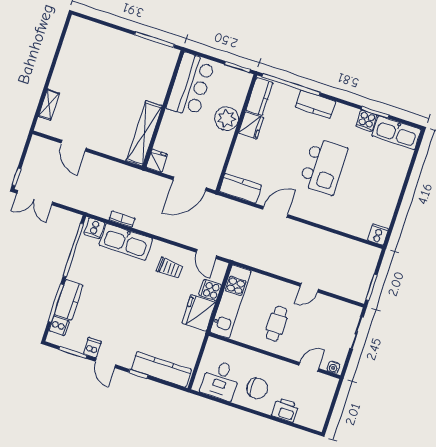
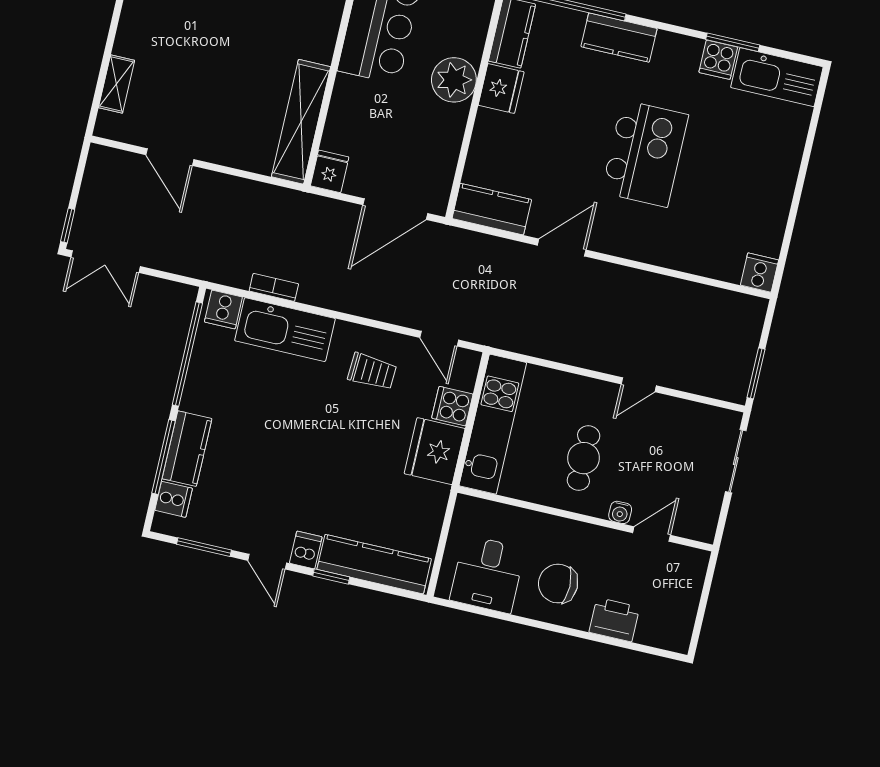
dishwasher: (92, 348) -> (306, 550), moved
water cooler: (333, 367) -> (620, 512), moved
chair: (257, 388) -> (558, 584), turned 180

